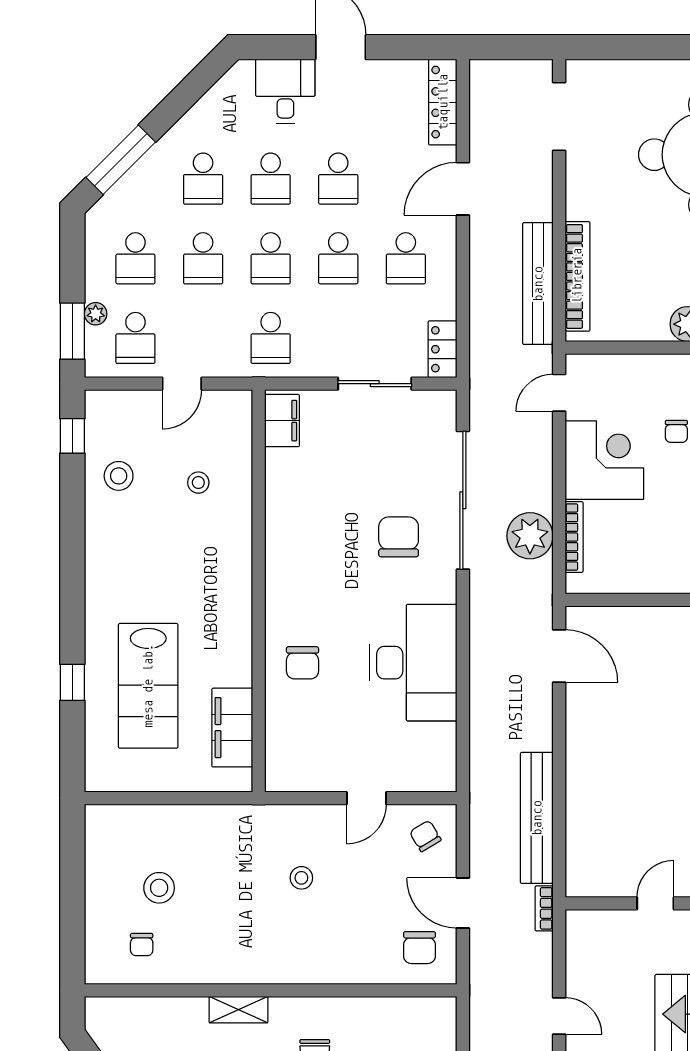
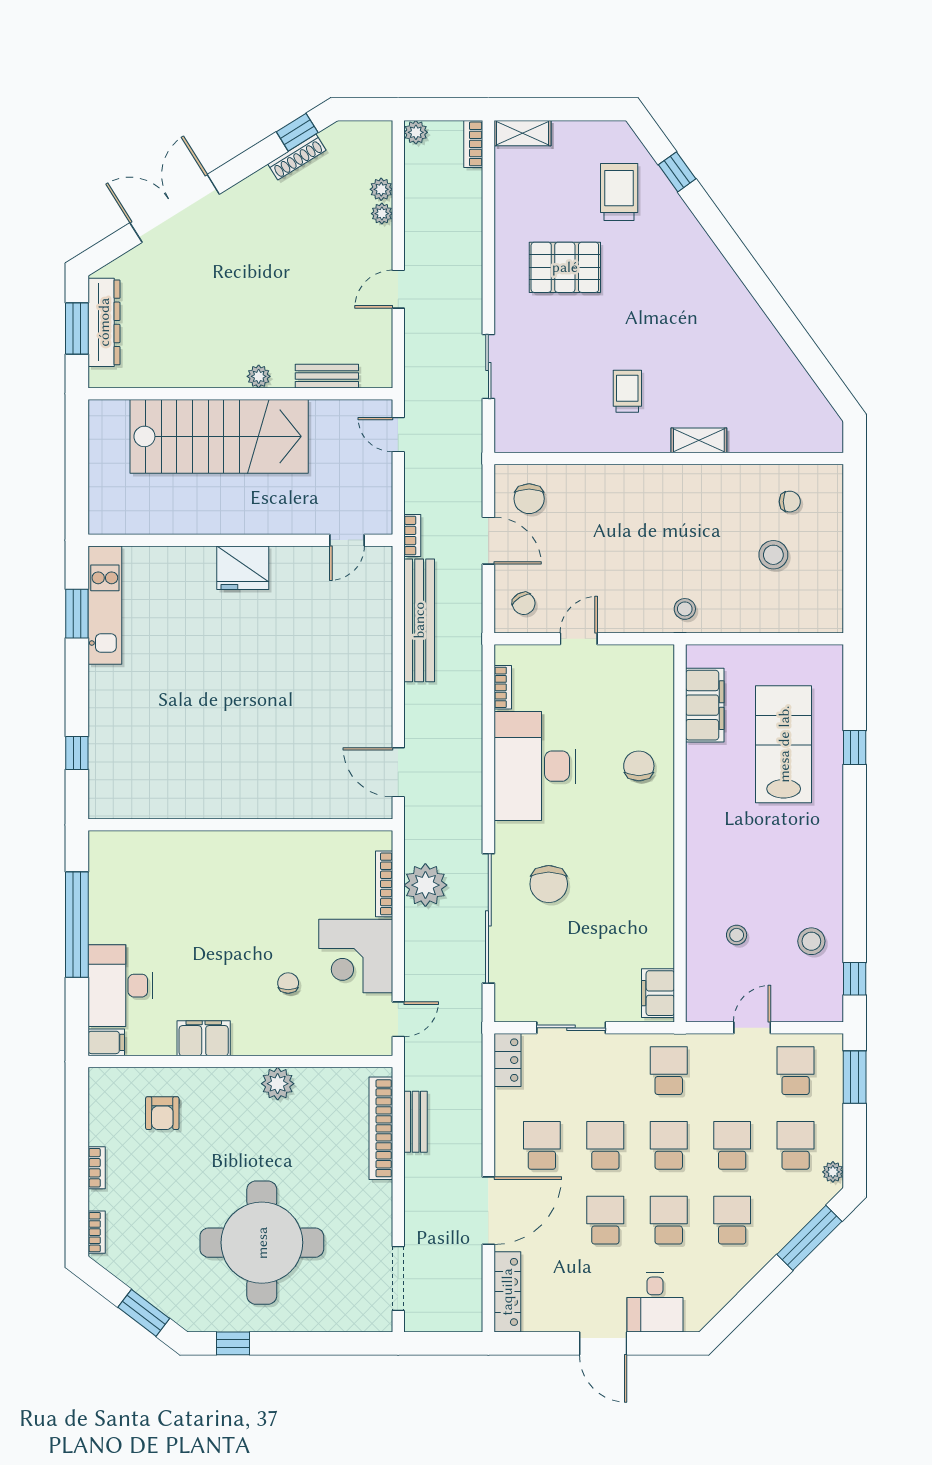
door: (463, 189) -> (488, 1211), width x1.36
bench: (538, 284) -> (416, 1122), width x0.54, depth x0.82
plant: (96, 314) -> (833, 1172), moved
bookcase: (448, 747) -> (503, 687), added
stool: (301, 878) -> (685, 609), moved
door: (655, 903) -> (347, 540), moved
chair: (142, 945) -> (790, 502), turned 90
chair: (419, 948) -> (529, 499), turned 180

